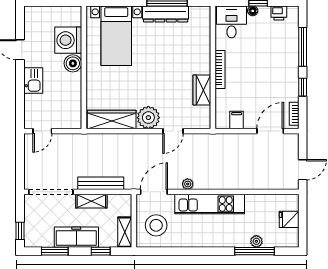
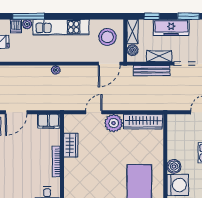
filing cabinet: (237, 120) -> (48, 121), width x2.00
plant: (188, 184) -> (56, 70), moved
kitchen unit: (210, 204) -> (61, 27), moved, turned 180
boiler: (125, 209) -> (132, 50), added
dishwasher: (270, 239) -> (16, 26), added

